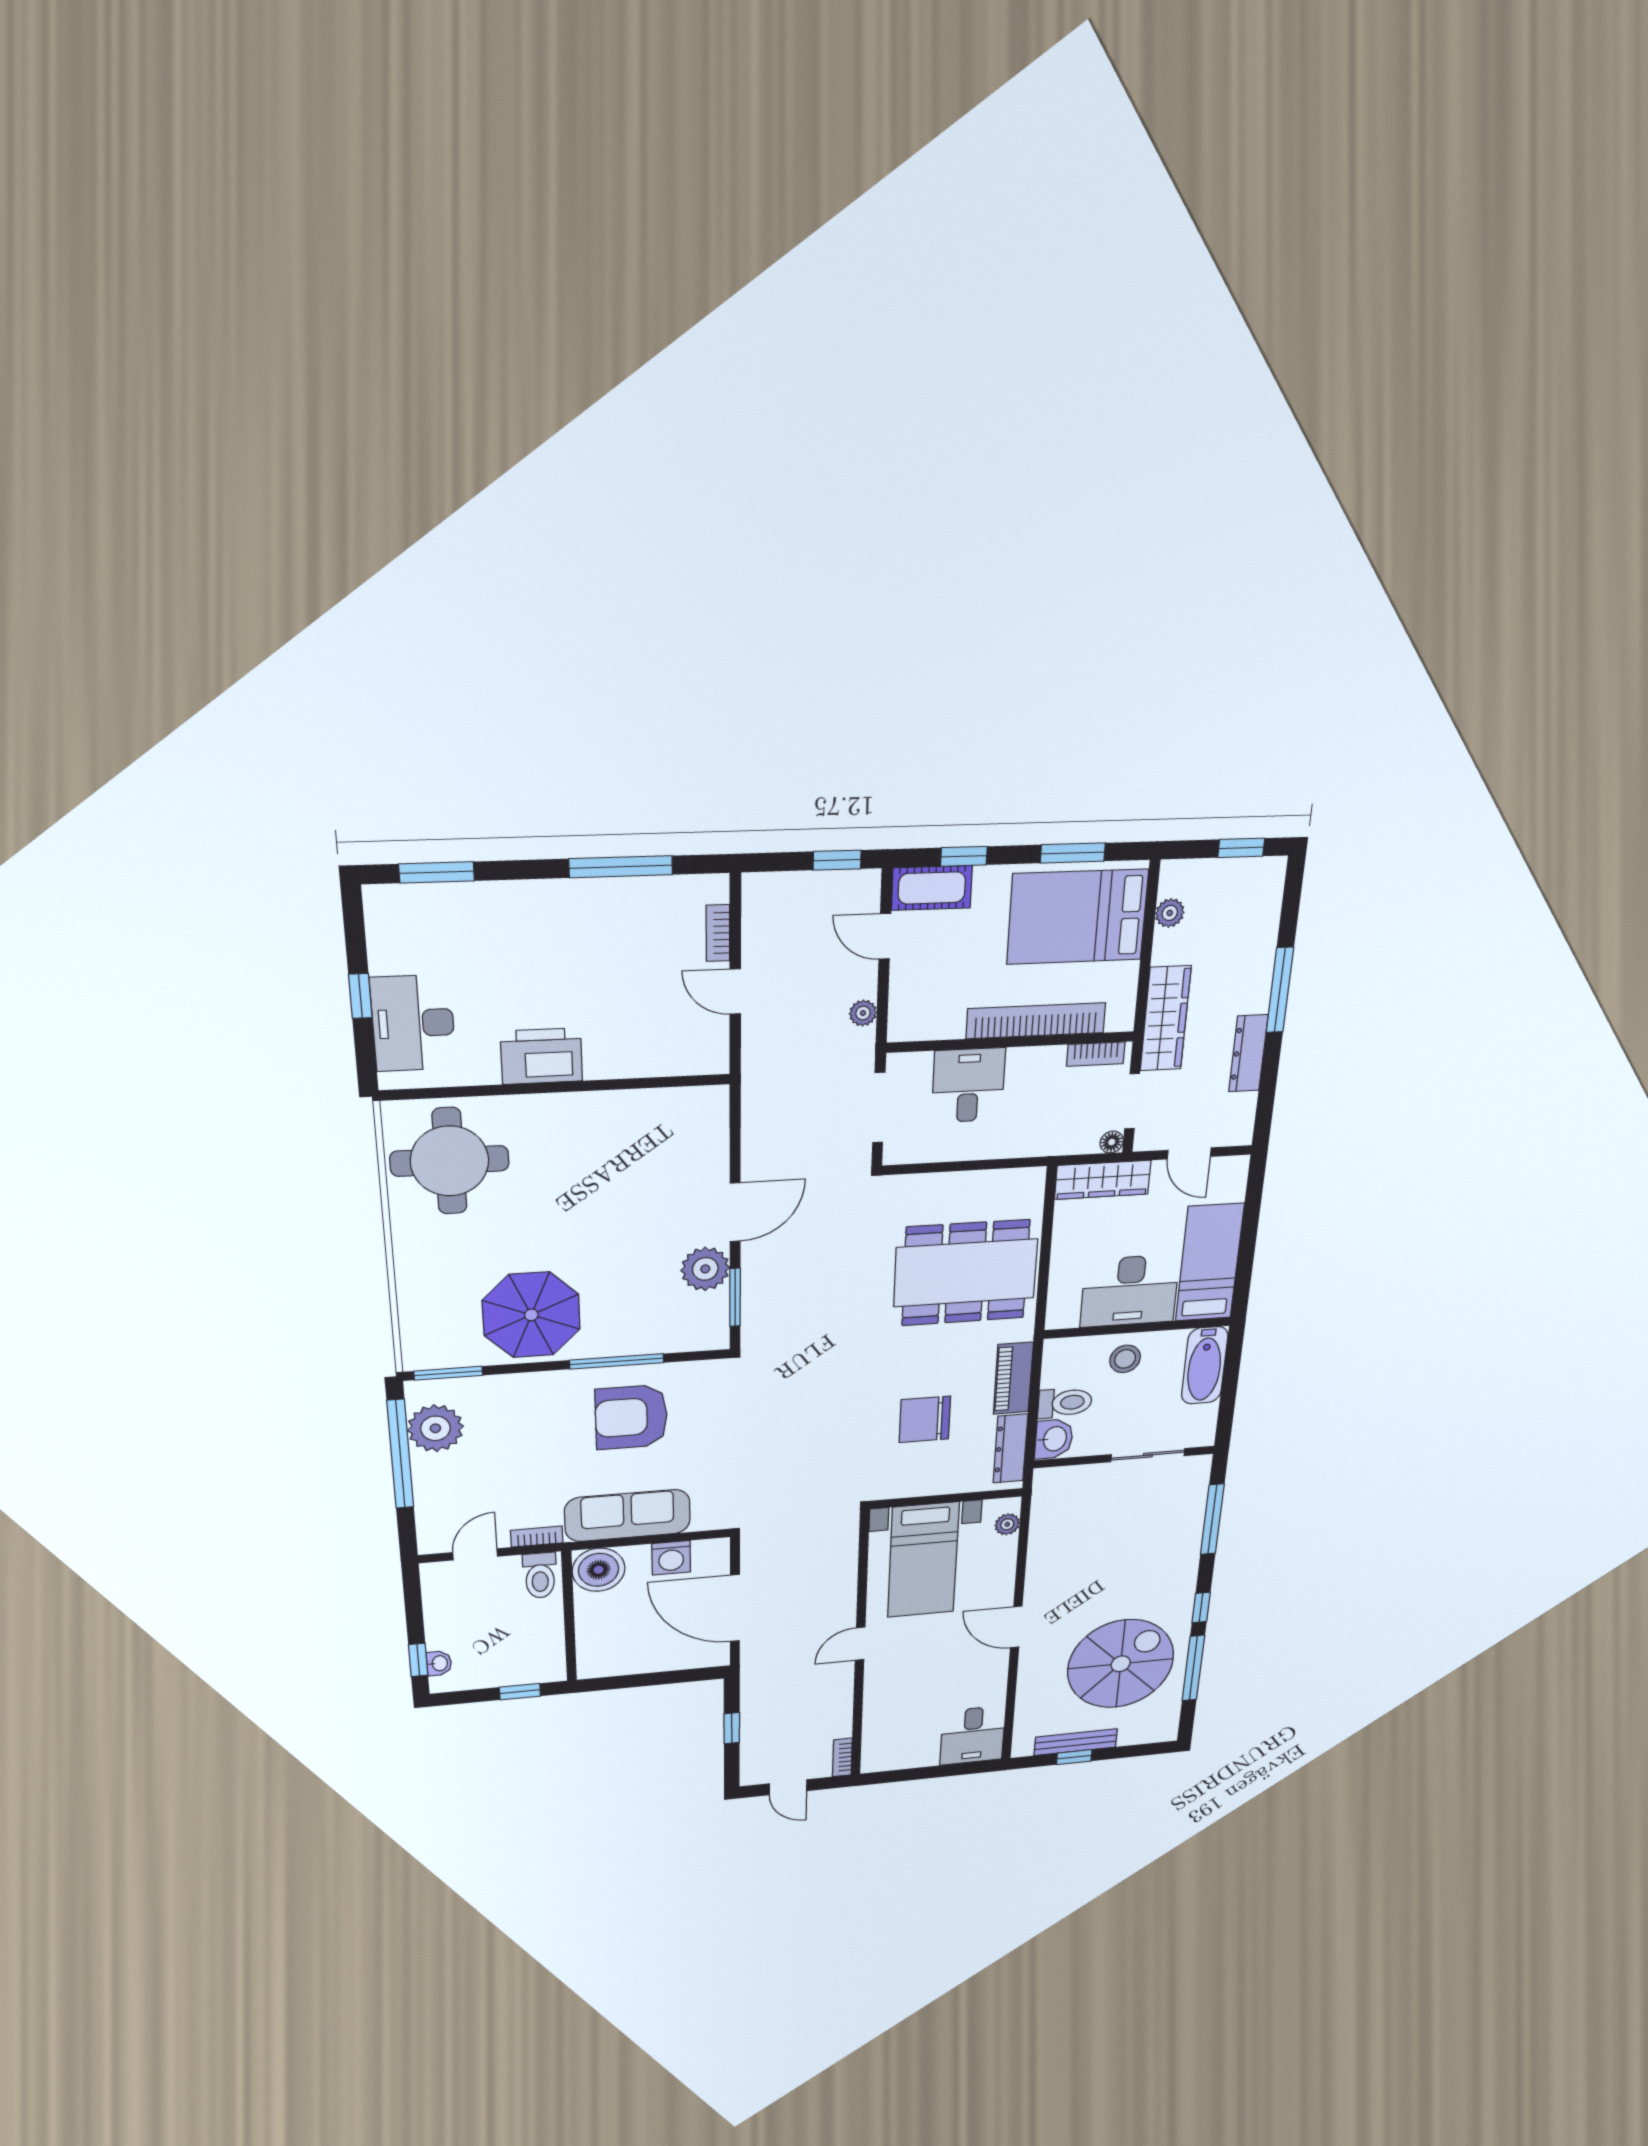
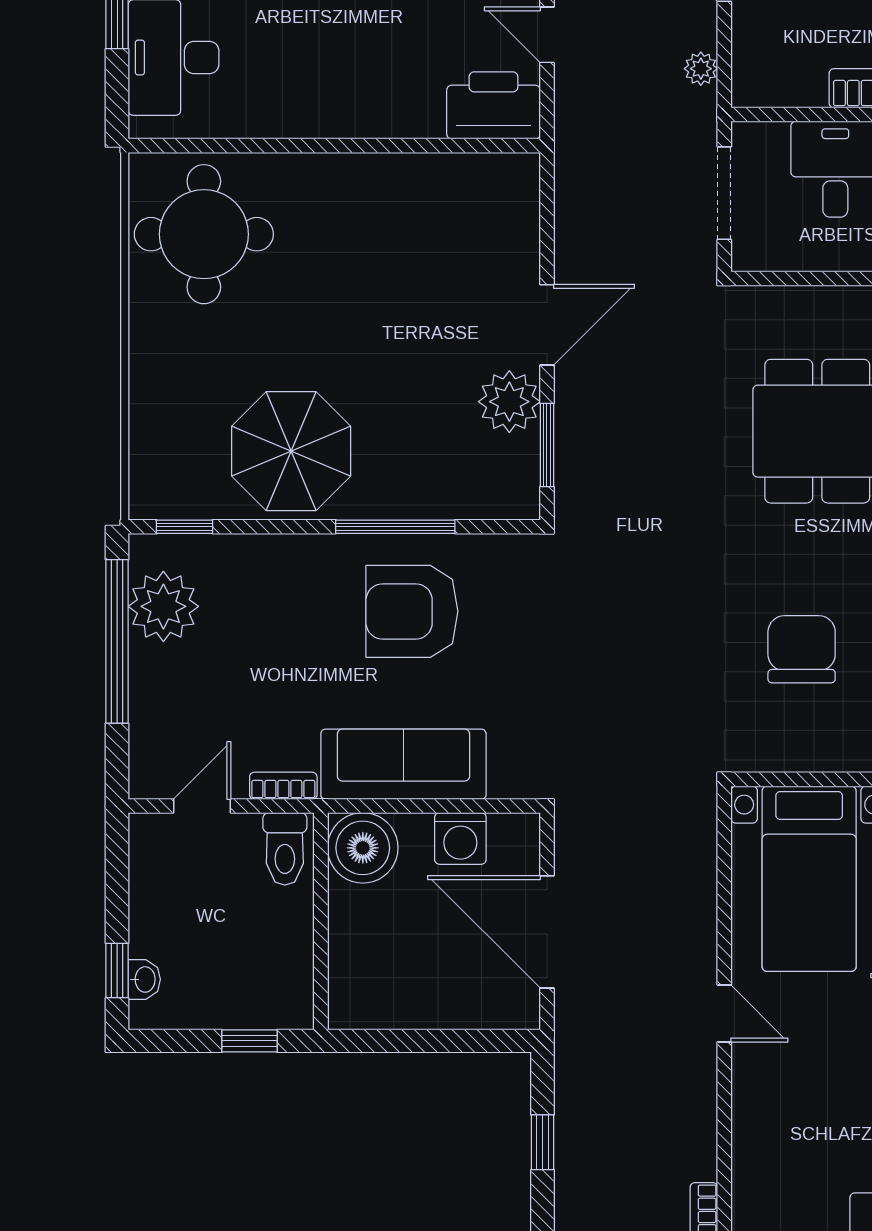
printer: (541, 1056) -> (493, 105), moved
window: (448, 1373) -> (184, 527), width x0.67
chair: (925, 1419) -> (802, 649), turned 90
door: (860, 1644) -> (724, 1014), swing flipped

